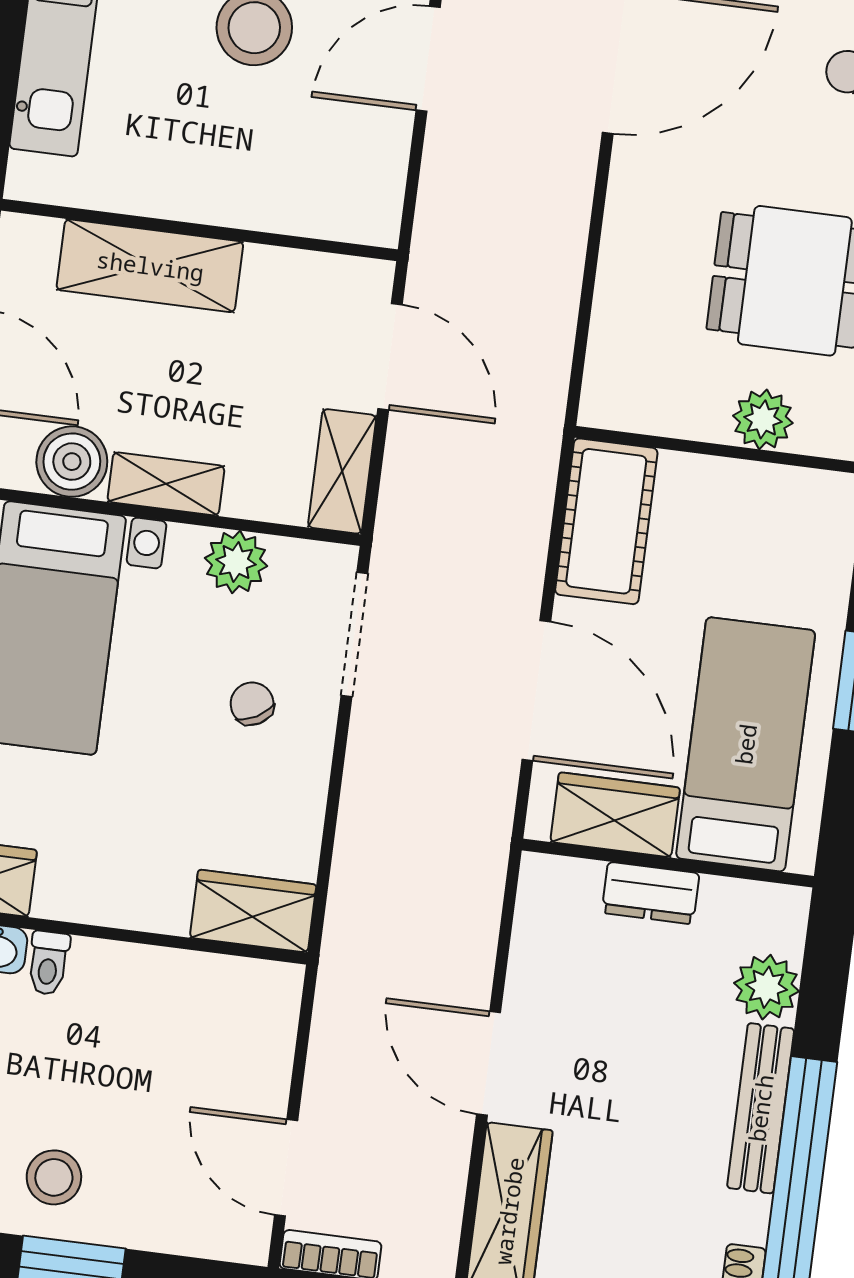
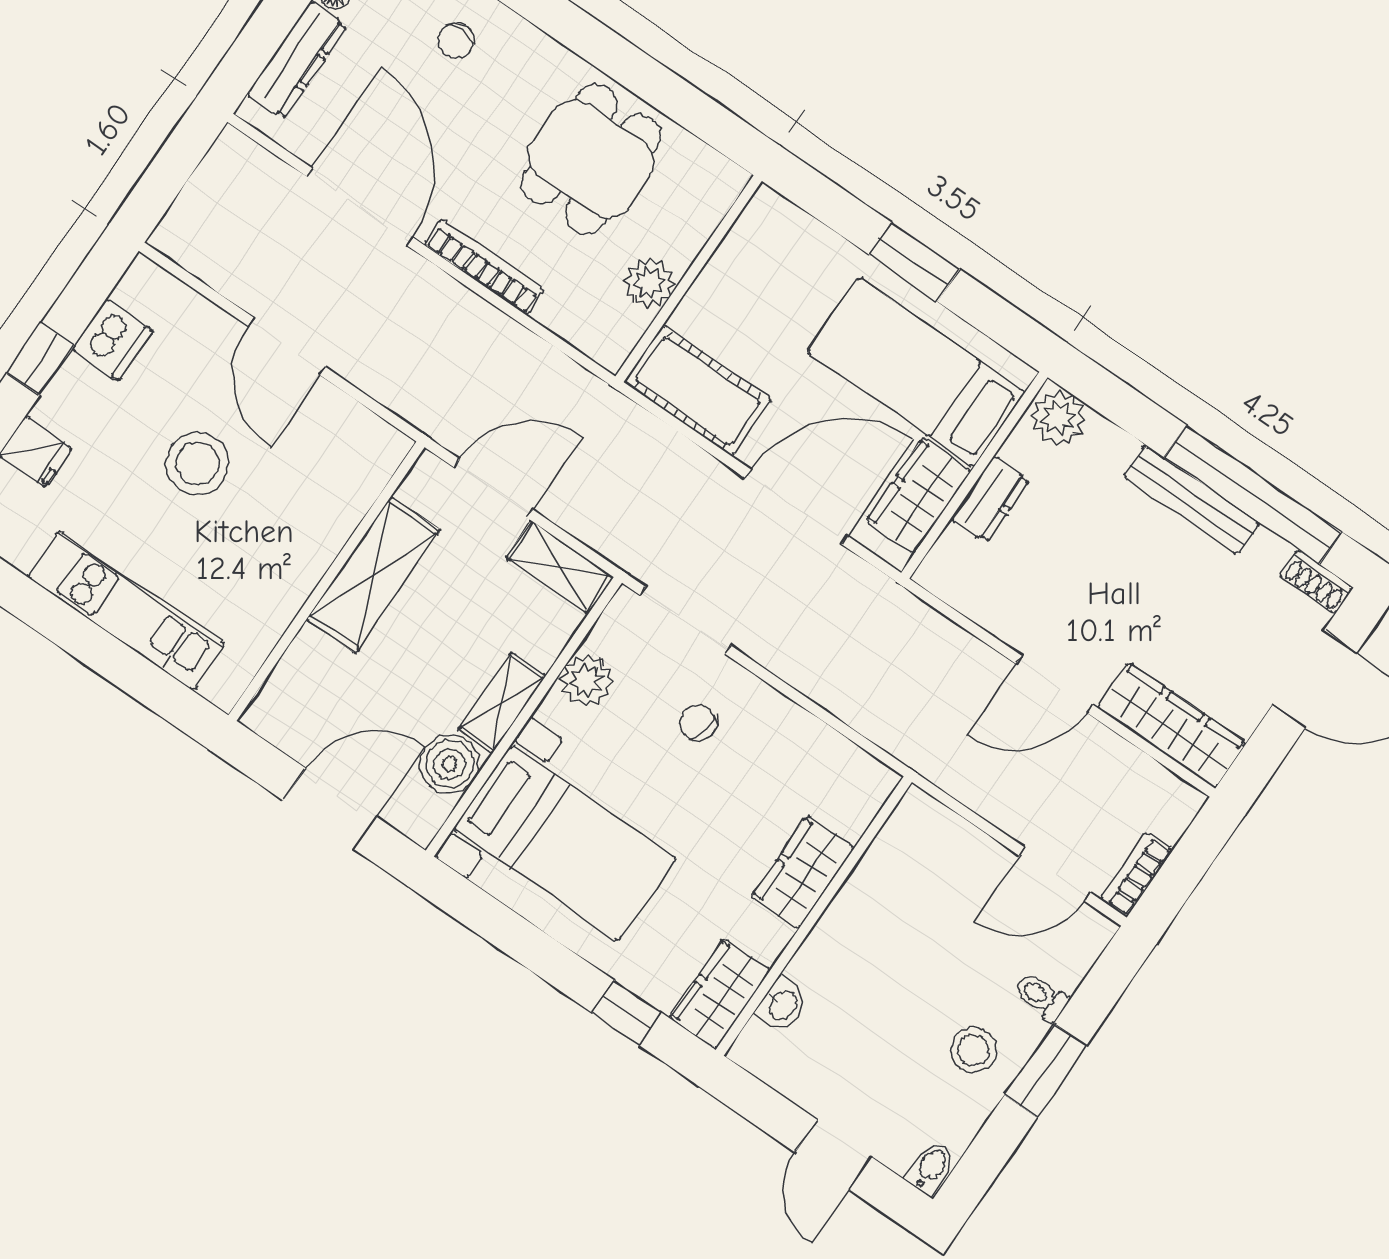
bookcase: (621, 226) -> (484, 267), added
shelving: (150, 266) -> (373, 575), moved
plant: (763, 419) -> (649, 283), moved
chair: (252, 704) -> (698, 723), turned 39
wardrobe: (253, 911) -> (803, 872), moved
toilet: (48, 963) -> (1041, 997), moved, turned 180
plant: (767, 987) -> (1058, 418), moved

